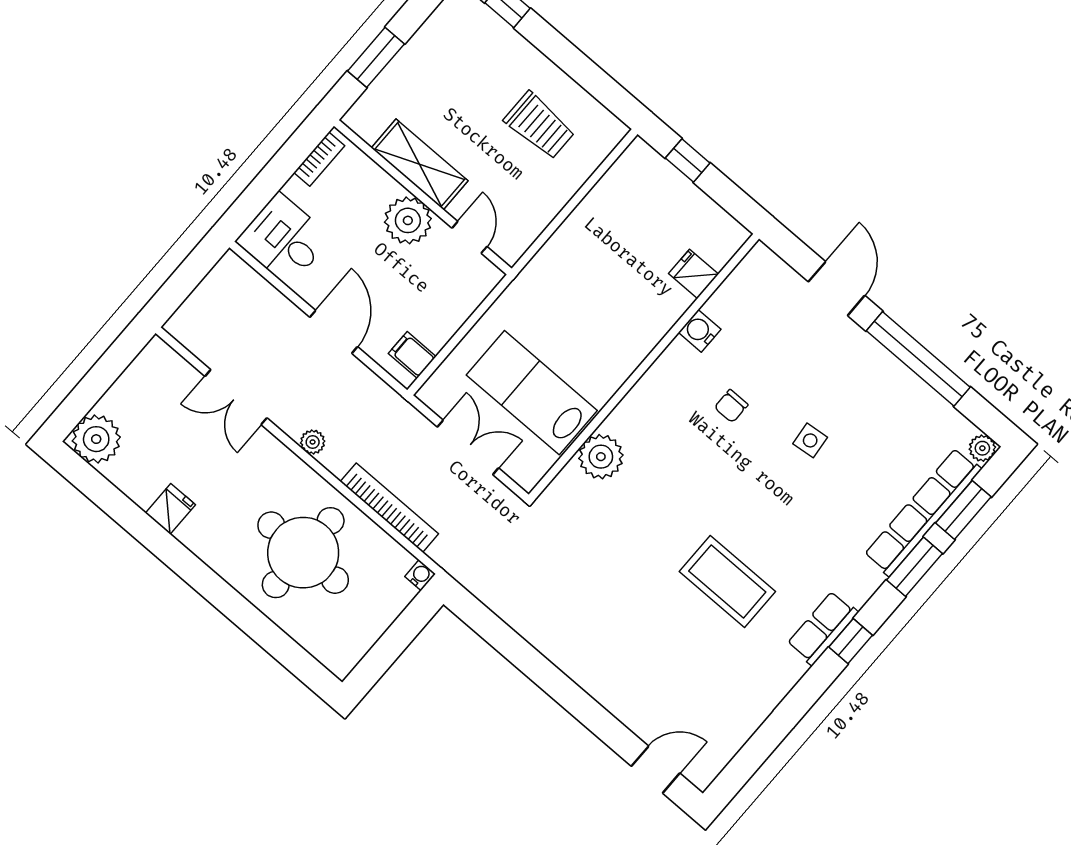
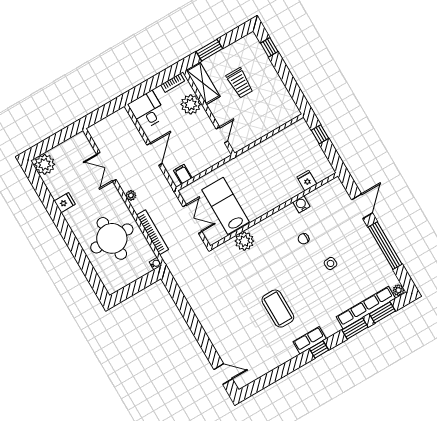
trolley: (540, 126) -> (240, 83), moved
shelving: (420, 164) -> (203, 83), moved
plant: (408, 220) -> (191, 104), moved

